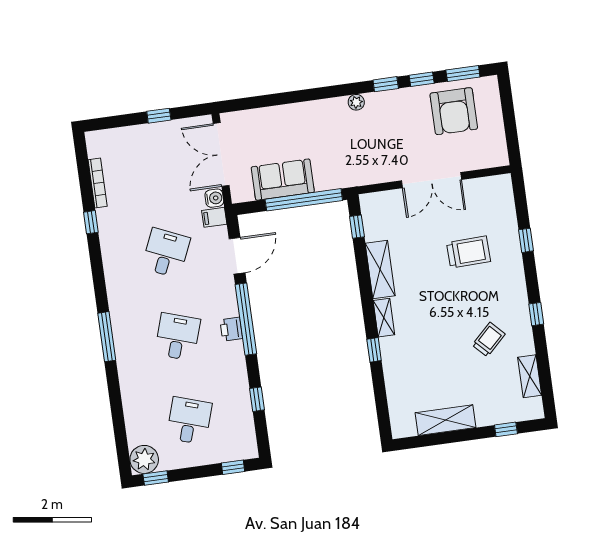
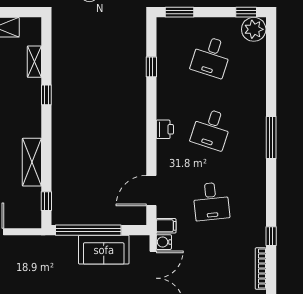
desk: (166, 253) -> (211, 201), turned -30
shelving: (384, 318) -> (34, 62), moved
window: (246, 319) -> (151, 136), removed
window: (233, 467) -> (180, 12), width x1.50

